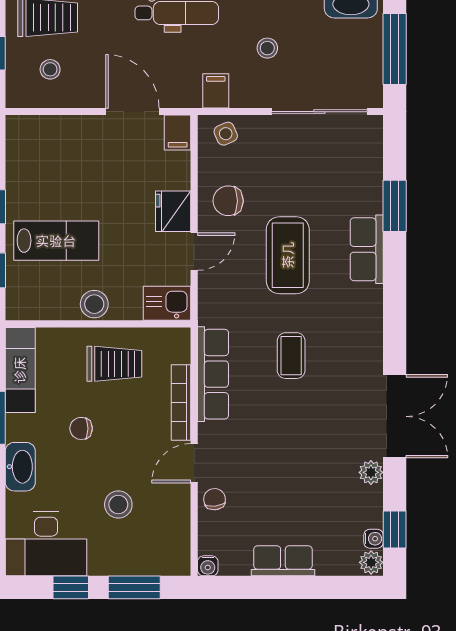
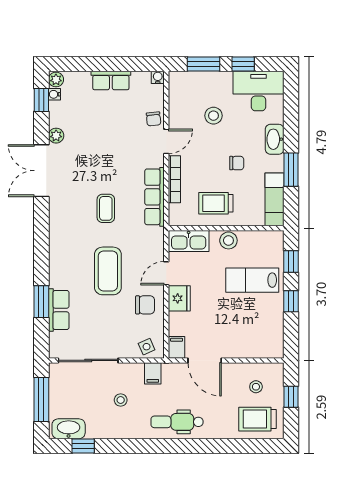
row of seats: (367, 249) -> (59, 310), moved
kitchen sink: (167, 303) -> (189, 241), width x1.38

